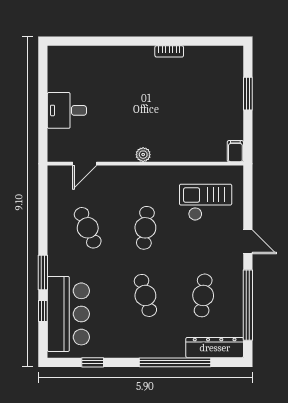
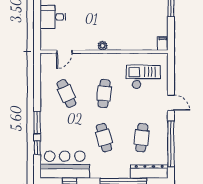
bar counter: (68, 314) -> (65, 165), moved, turned -90

